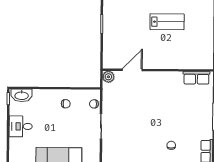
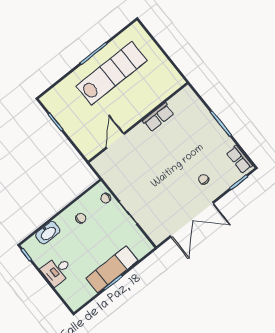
lab bench: (167, 22) -> (112, 73), width x1.86, depth x1.39
plant: (108, 77) -> (99, 164), removed
row of seats: (196, 78) -> (158, 117), moved
washbasin: (22, 95) -> (48, 233), moved

